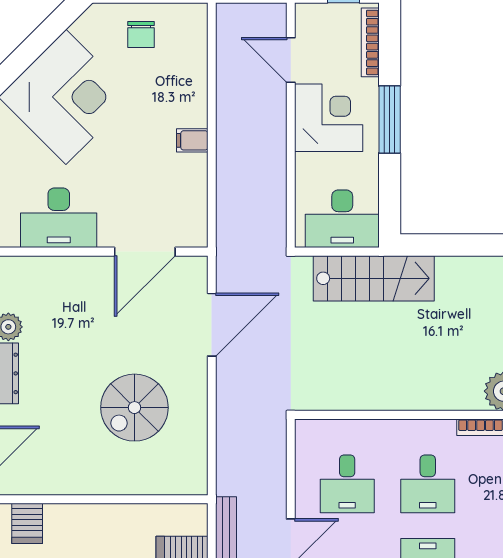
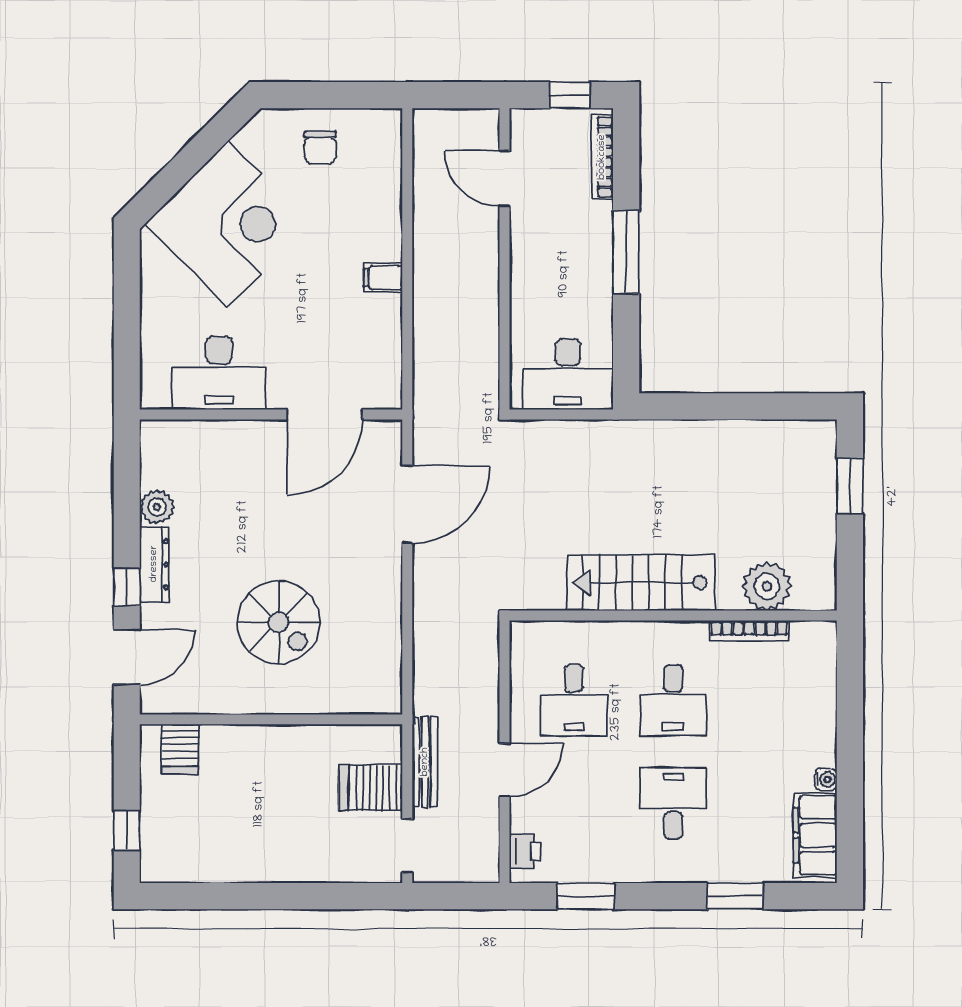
corner desk: (329, 118) -> (551, 250), removed
stairs: (374, 278) -> (641, 583), moved, turned 180
spiral stairs: (134, 408) -> (278, 622), moved, turned -90

